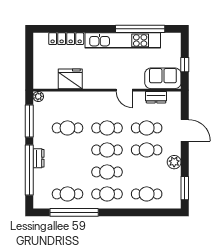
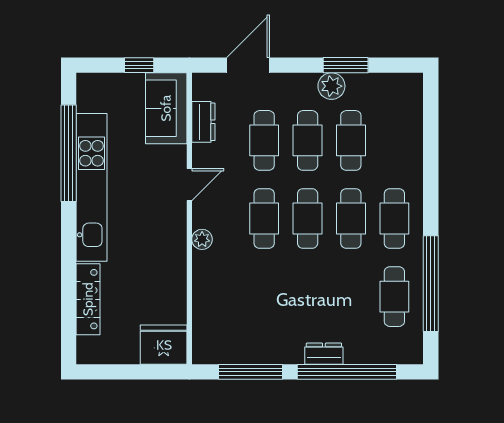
fridge: (70, 79) -> (164, 345), moved, turned 90
plant: (38, 96) -> (202, 239), moved
cafe table: (67, 128) -> (264, 297), removed
door: (185, 130) -> (248, 65), moved
window: (185, 188) -> (346, 65), moved
cafe table: (147, 194) -> (351, 140), moved

